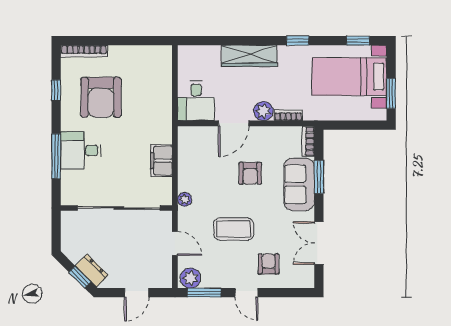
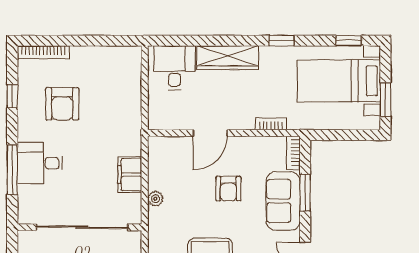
armchair: (101, 97) -> (62, 104), width x0.73, depth x0.73
desk: (196, 101) -> (174, 68), moved, turned 180
plant: (263, 111) -> (243, 119), removed
plant: (185, 199) -> (155, 199), moved

